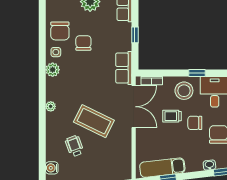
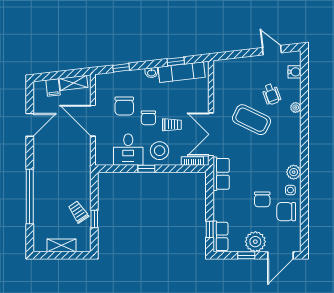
chair: (60, 31) -> (286, 212), turned -90
window: (135, 35) -> (210, 229), moved
plant: (51, 106) -> (296, 107), moved
chair: (195, 123) -> (148, 118), turned 90
washbasin: (209, 165) -> (152, 73), moved

